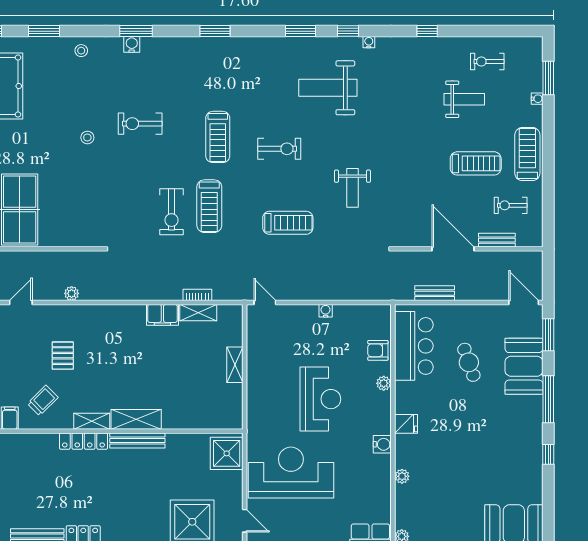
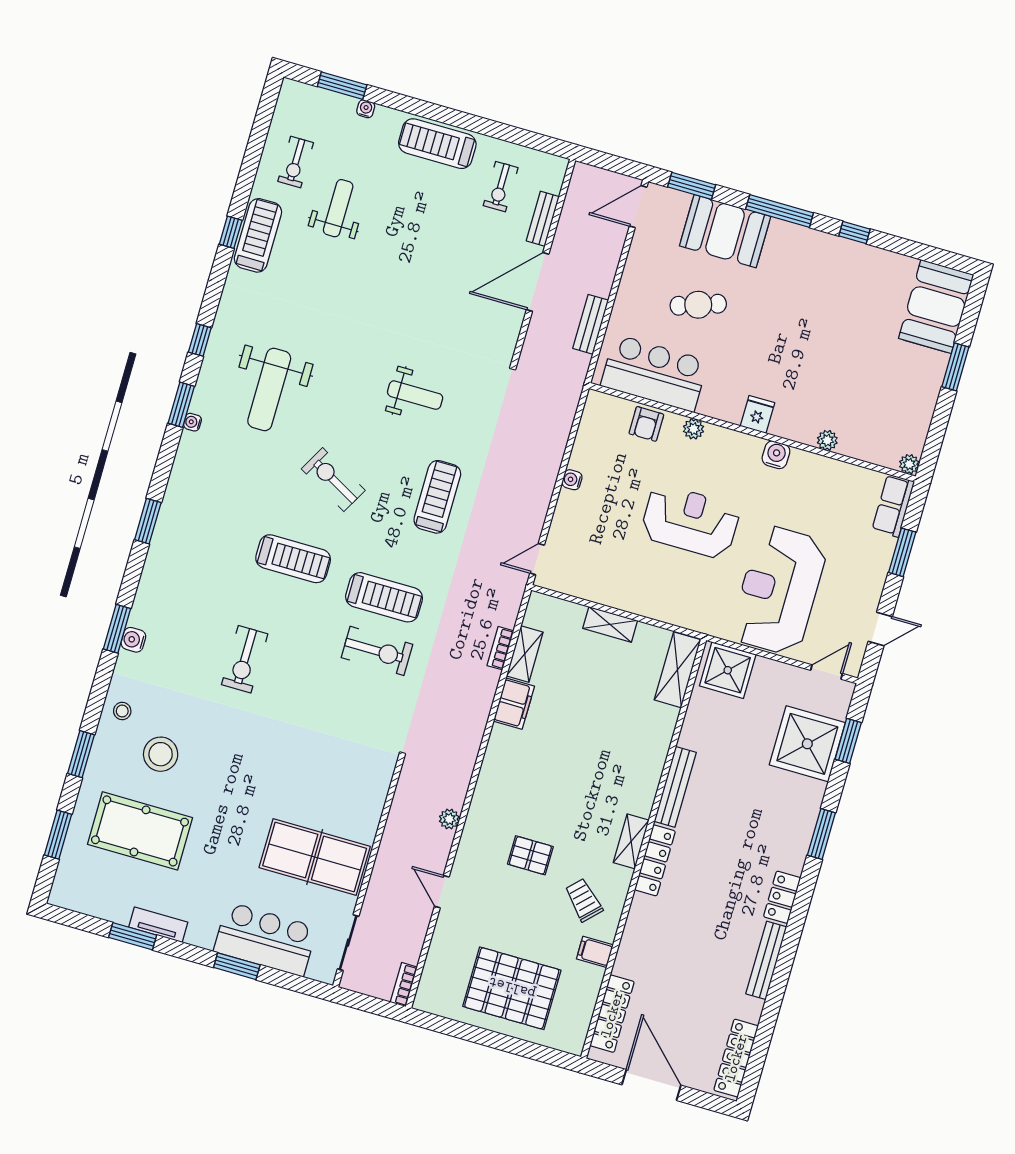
water cooler: (369, 42) -> (193, 422), moved
stool: (87, 138) -> (161, 754), moved, width x1.89, depth x1.89
exercise bike: (279, 149) -> (333, 480), turned -61
treadmill: (476, 163) -> (258, 235), moved
shelving: (136, 419) -> (677, 670), moved

